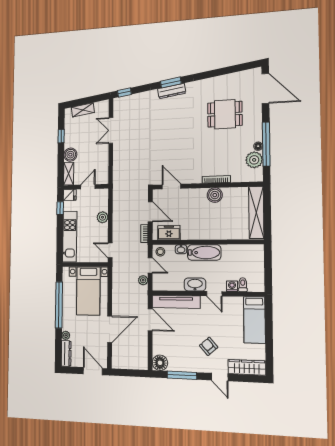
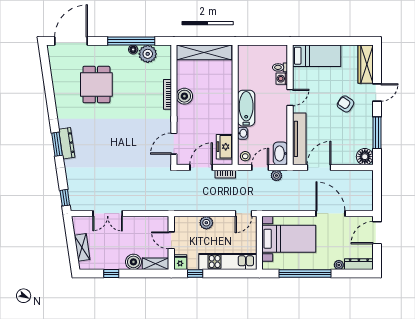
washbasin: (195, 285) -> (280, 153), moved
armchair: (209, 346) -> (345, 104), turned 75

